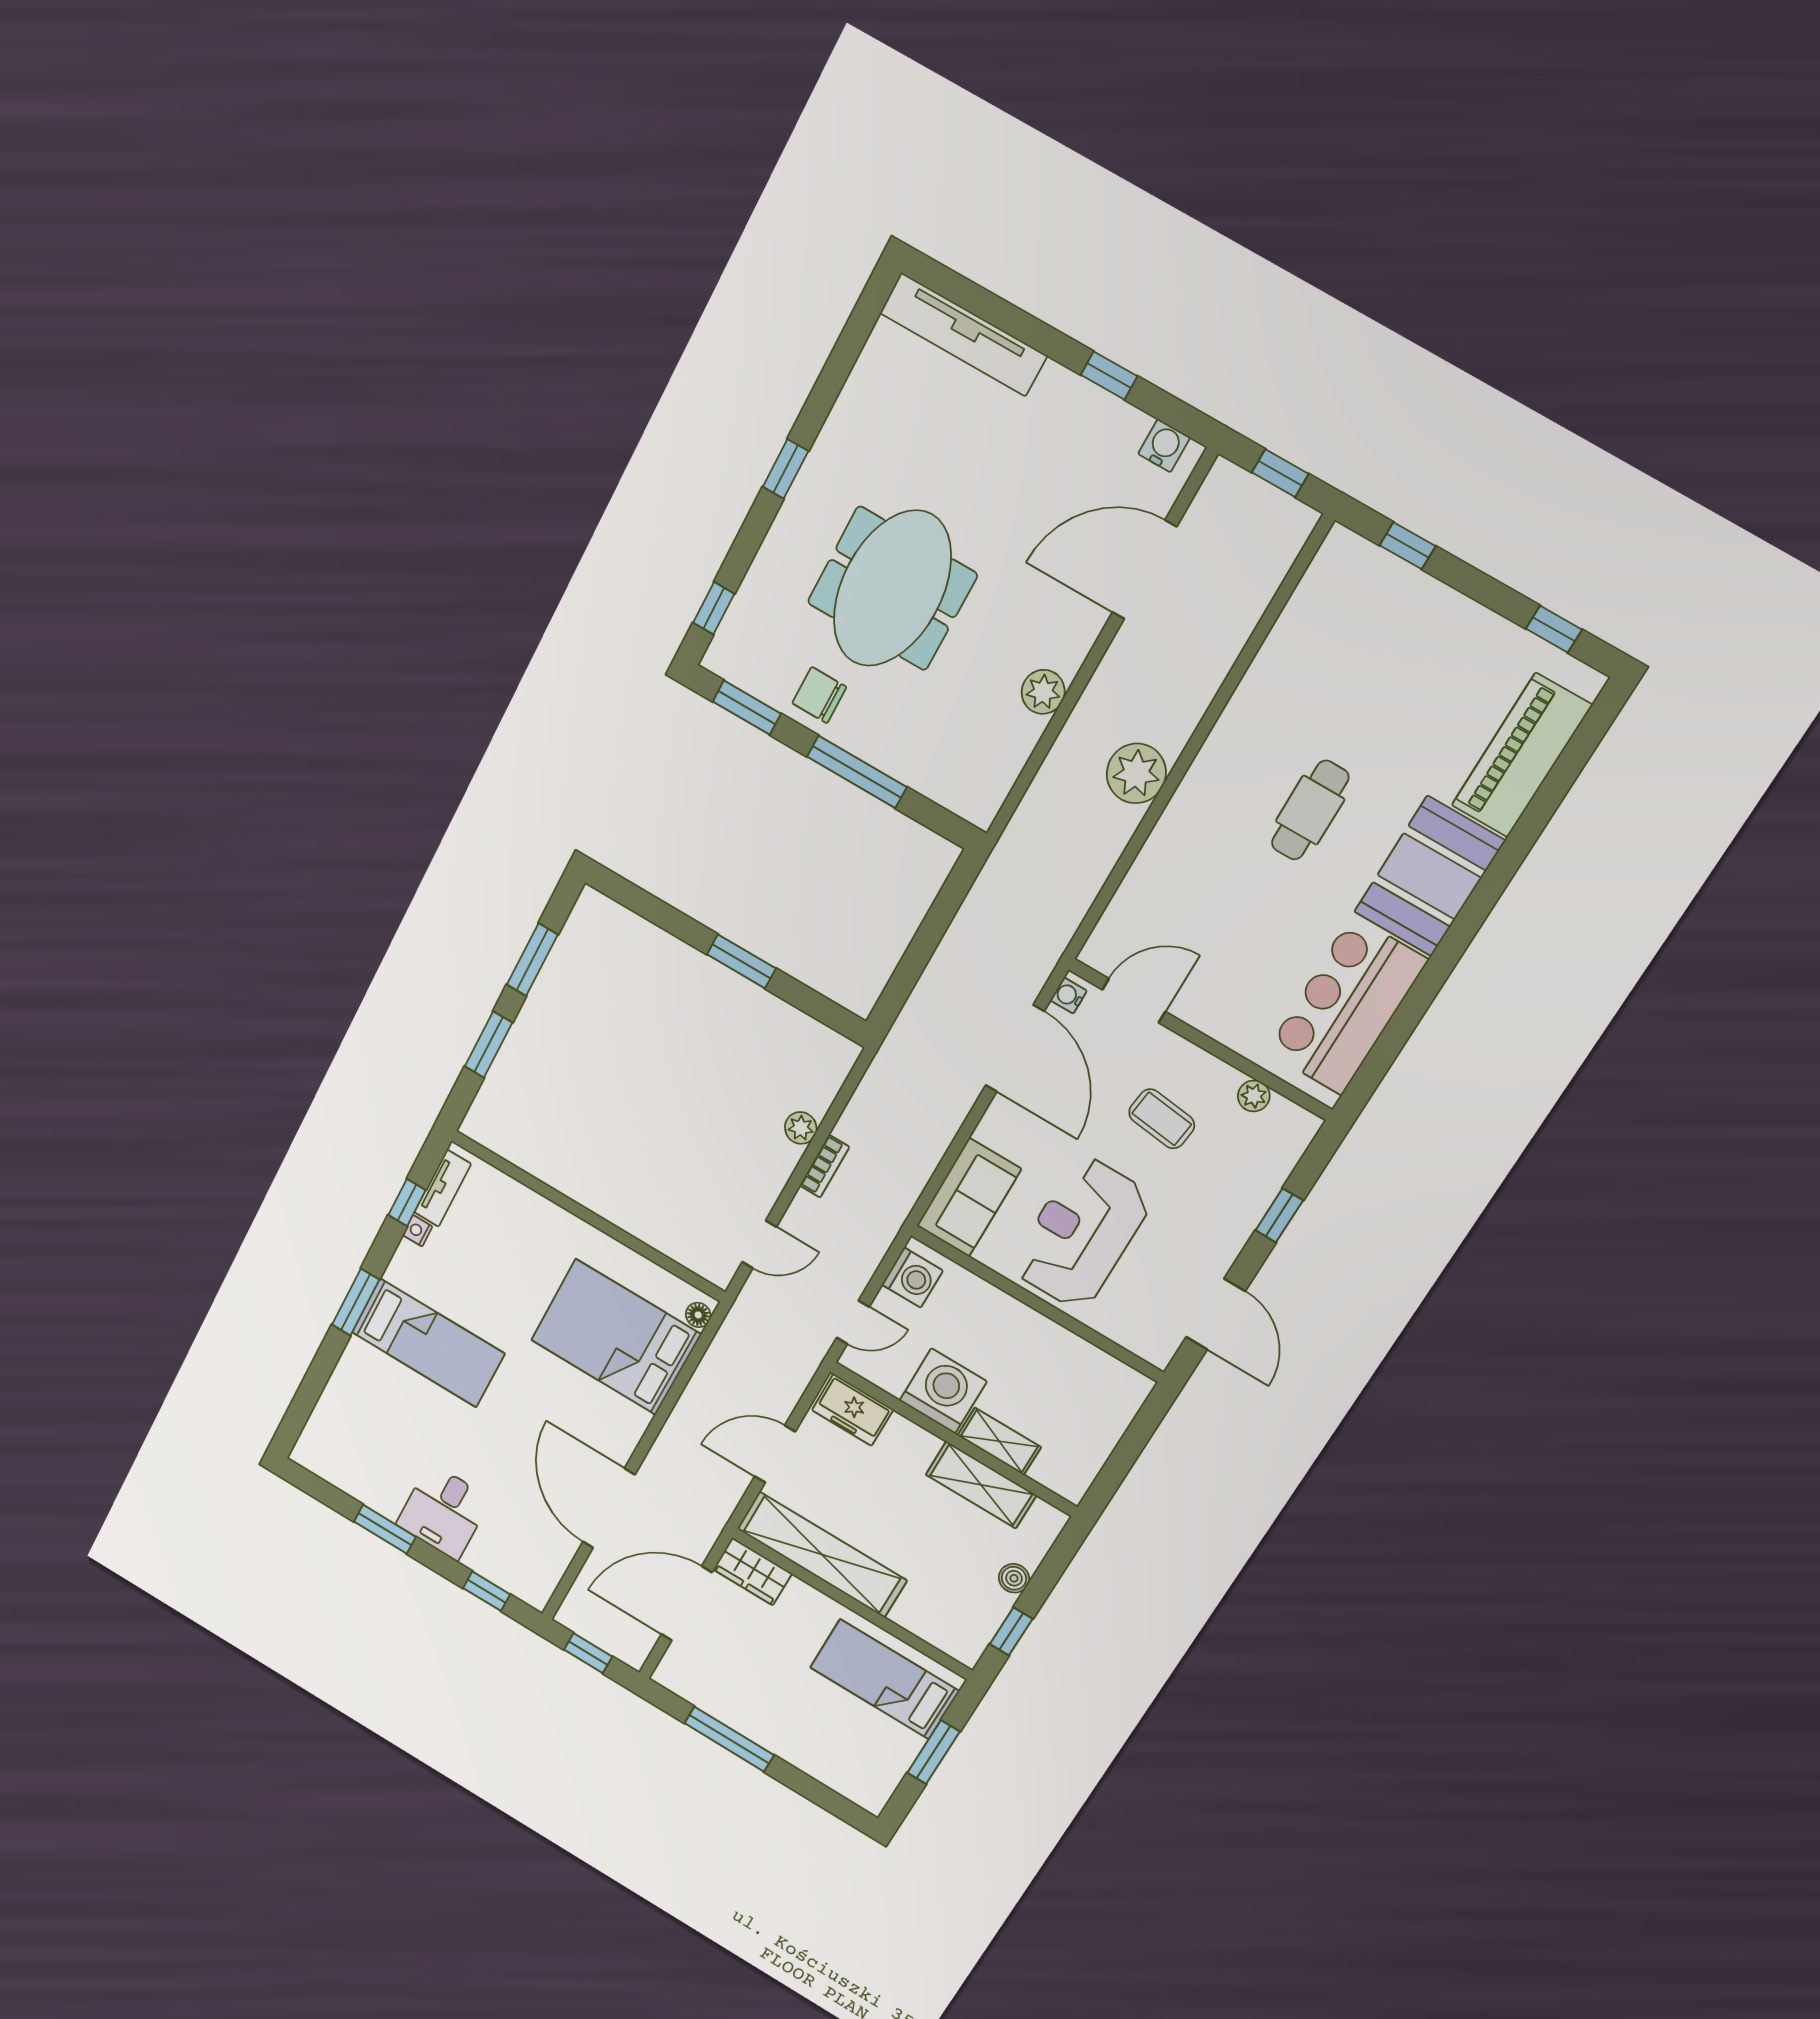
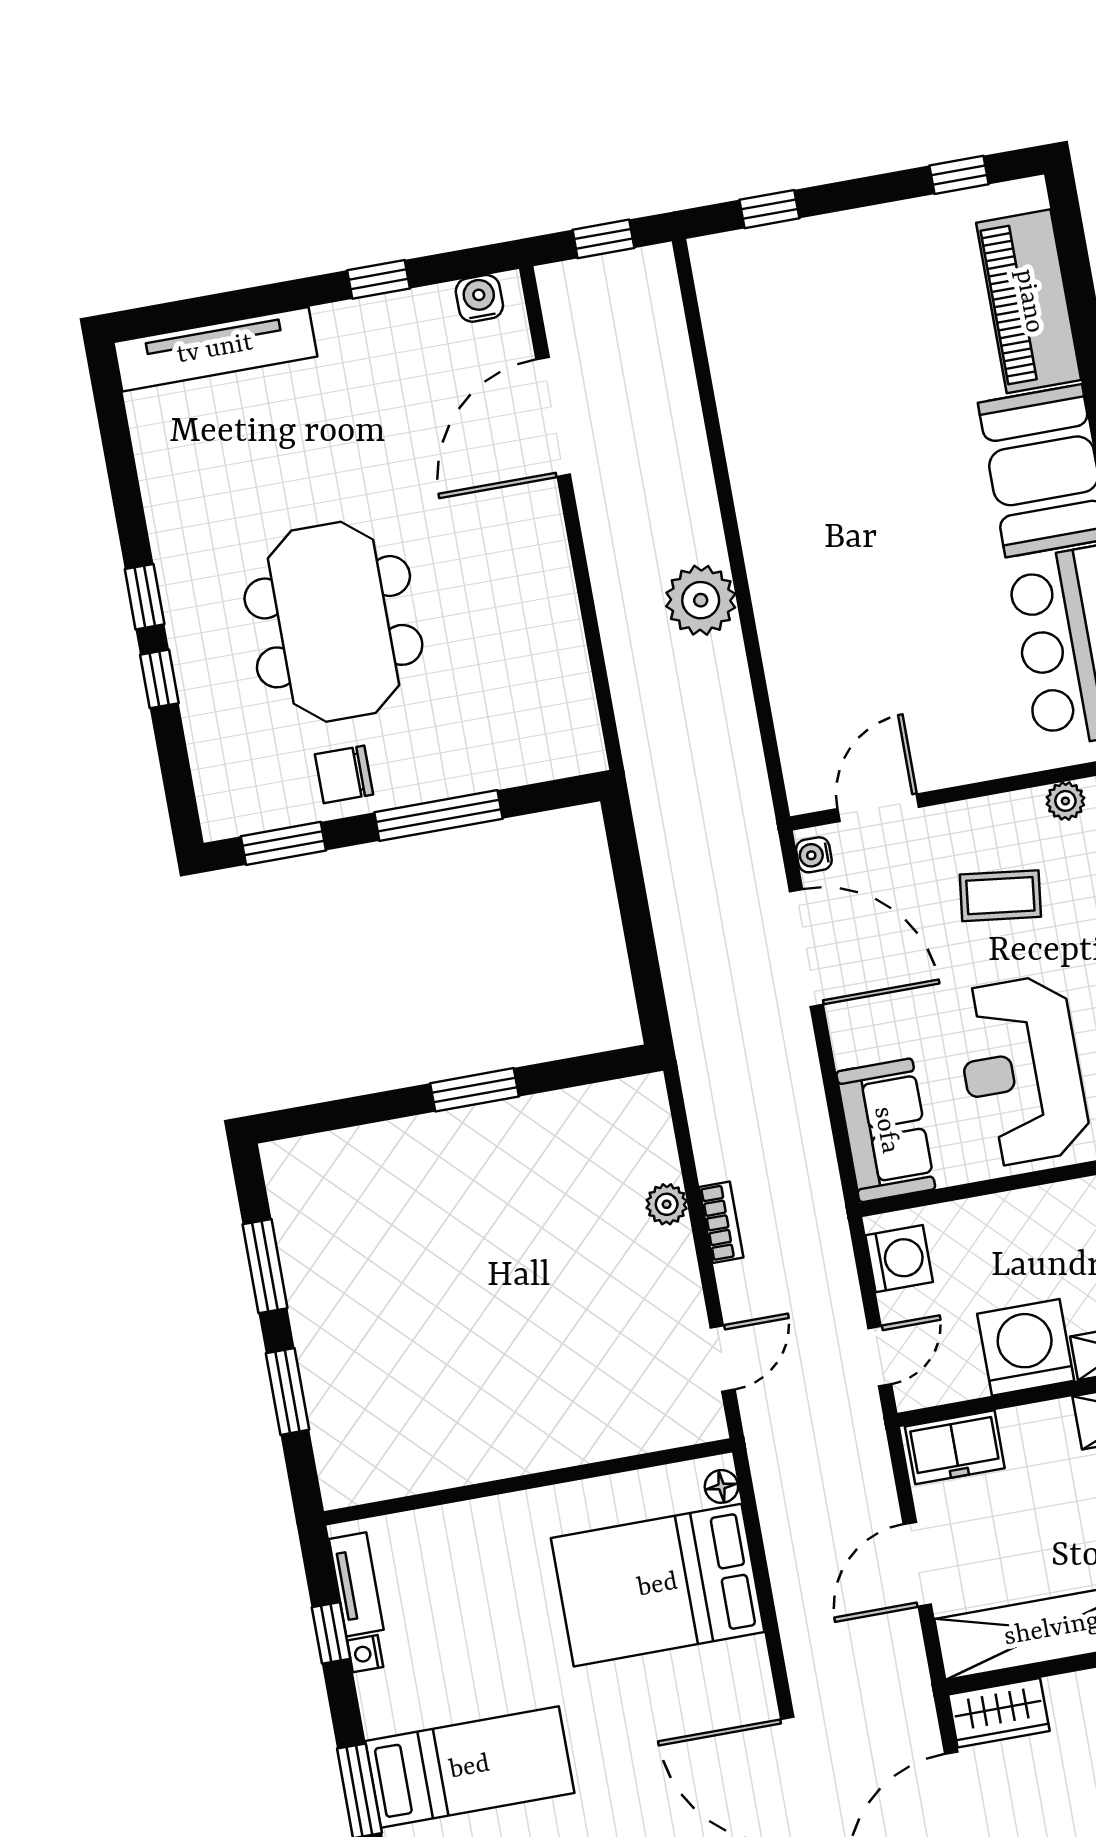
window: (714, 608) -> (159, 679), moved
plant: (1043, 692) -> (552, 599), removed
cafe table: (1310, 810) -> (886, 502), removed

